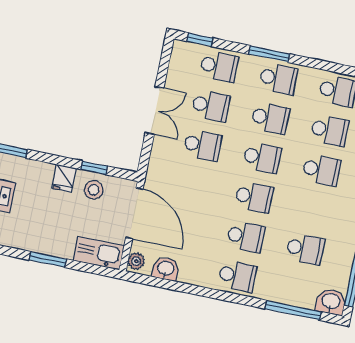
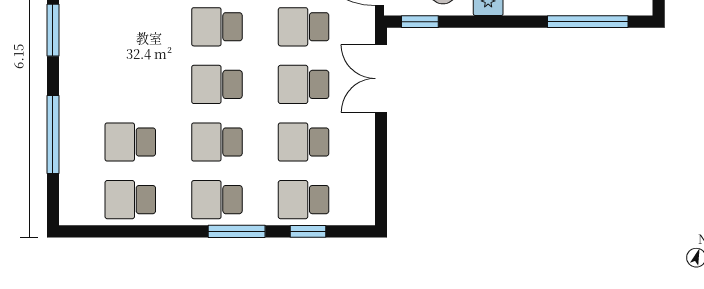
window: (200, 40) -> (308, 231), moved
double door: (155, 111) -> (381, 79), moved
window: (94, 168) -> (420, 22), moved
school desk: (321, 170) -> (304, 27), moved

